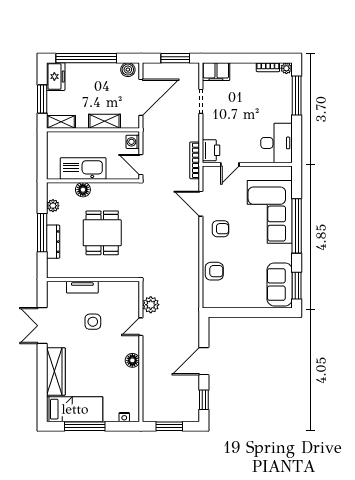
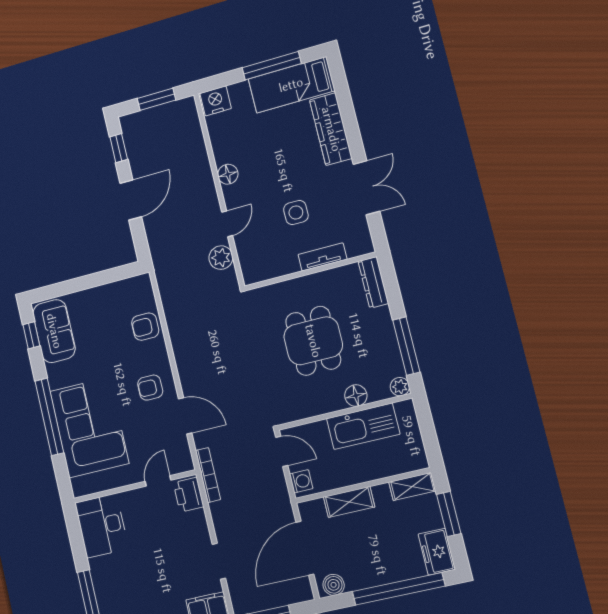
plant: (53, 206) -> (400, 387), moved
window: (42, 233) -> (406, 346), moved
dresser: (53, 242) -> (373, 282), moved
window: (297, 286) -> (31, 335), width x0.67
nightstand: (124, 417) -> (216, 101), width x1.89, depth x1.79

